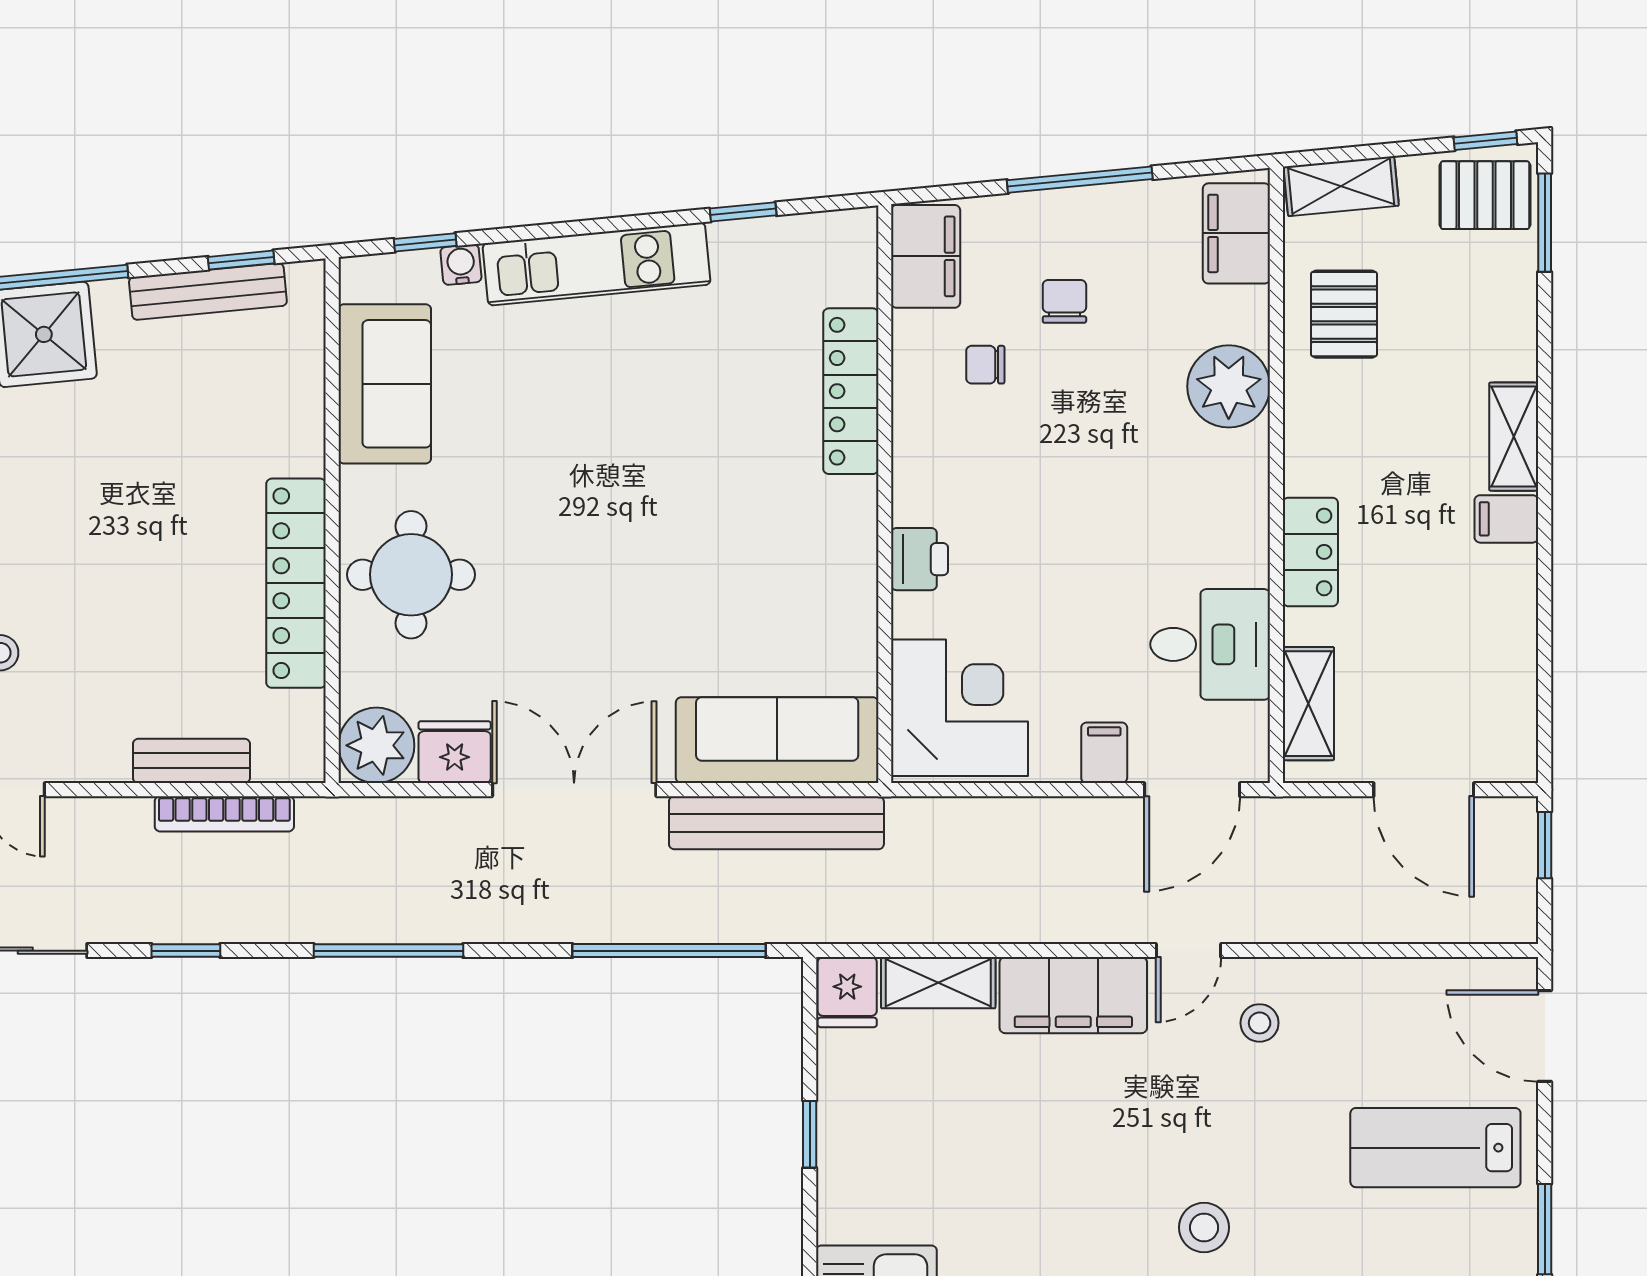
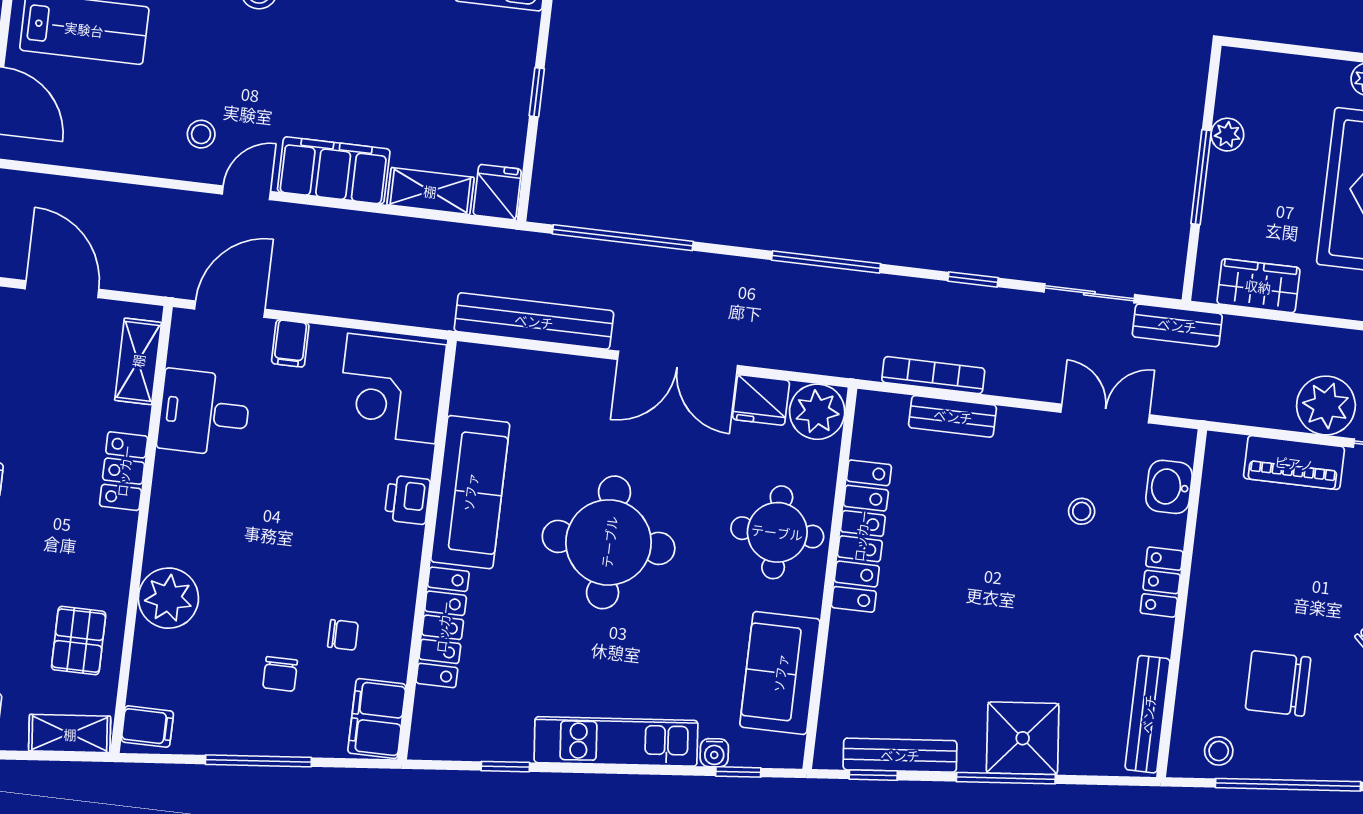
filing cabinet: (1236, 233) -> (147, 727), width x0.50
round table: (639, 534) -> (609, 542), added
sofa: (777, 740) -> (470, 492), moved, turned -90

